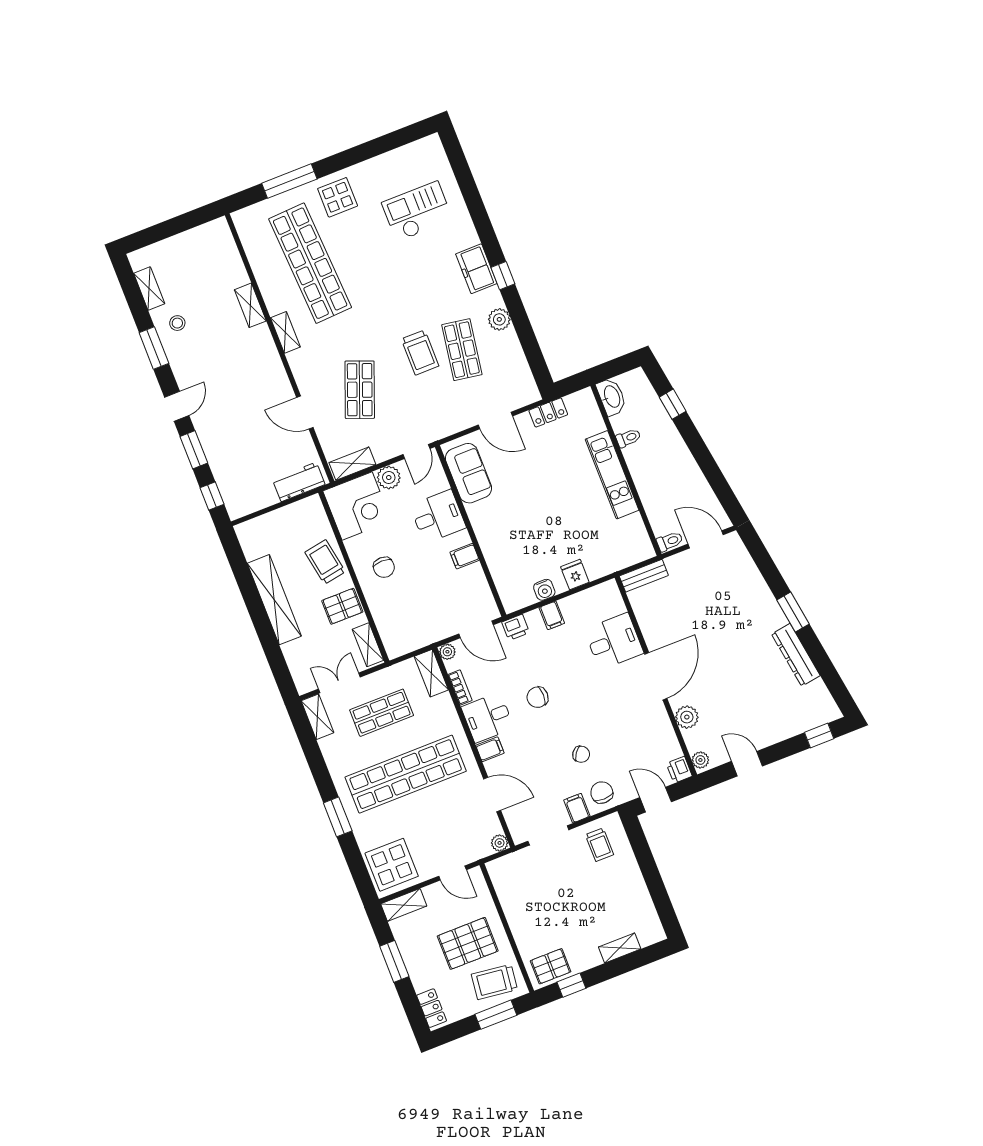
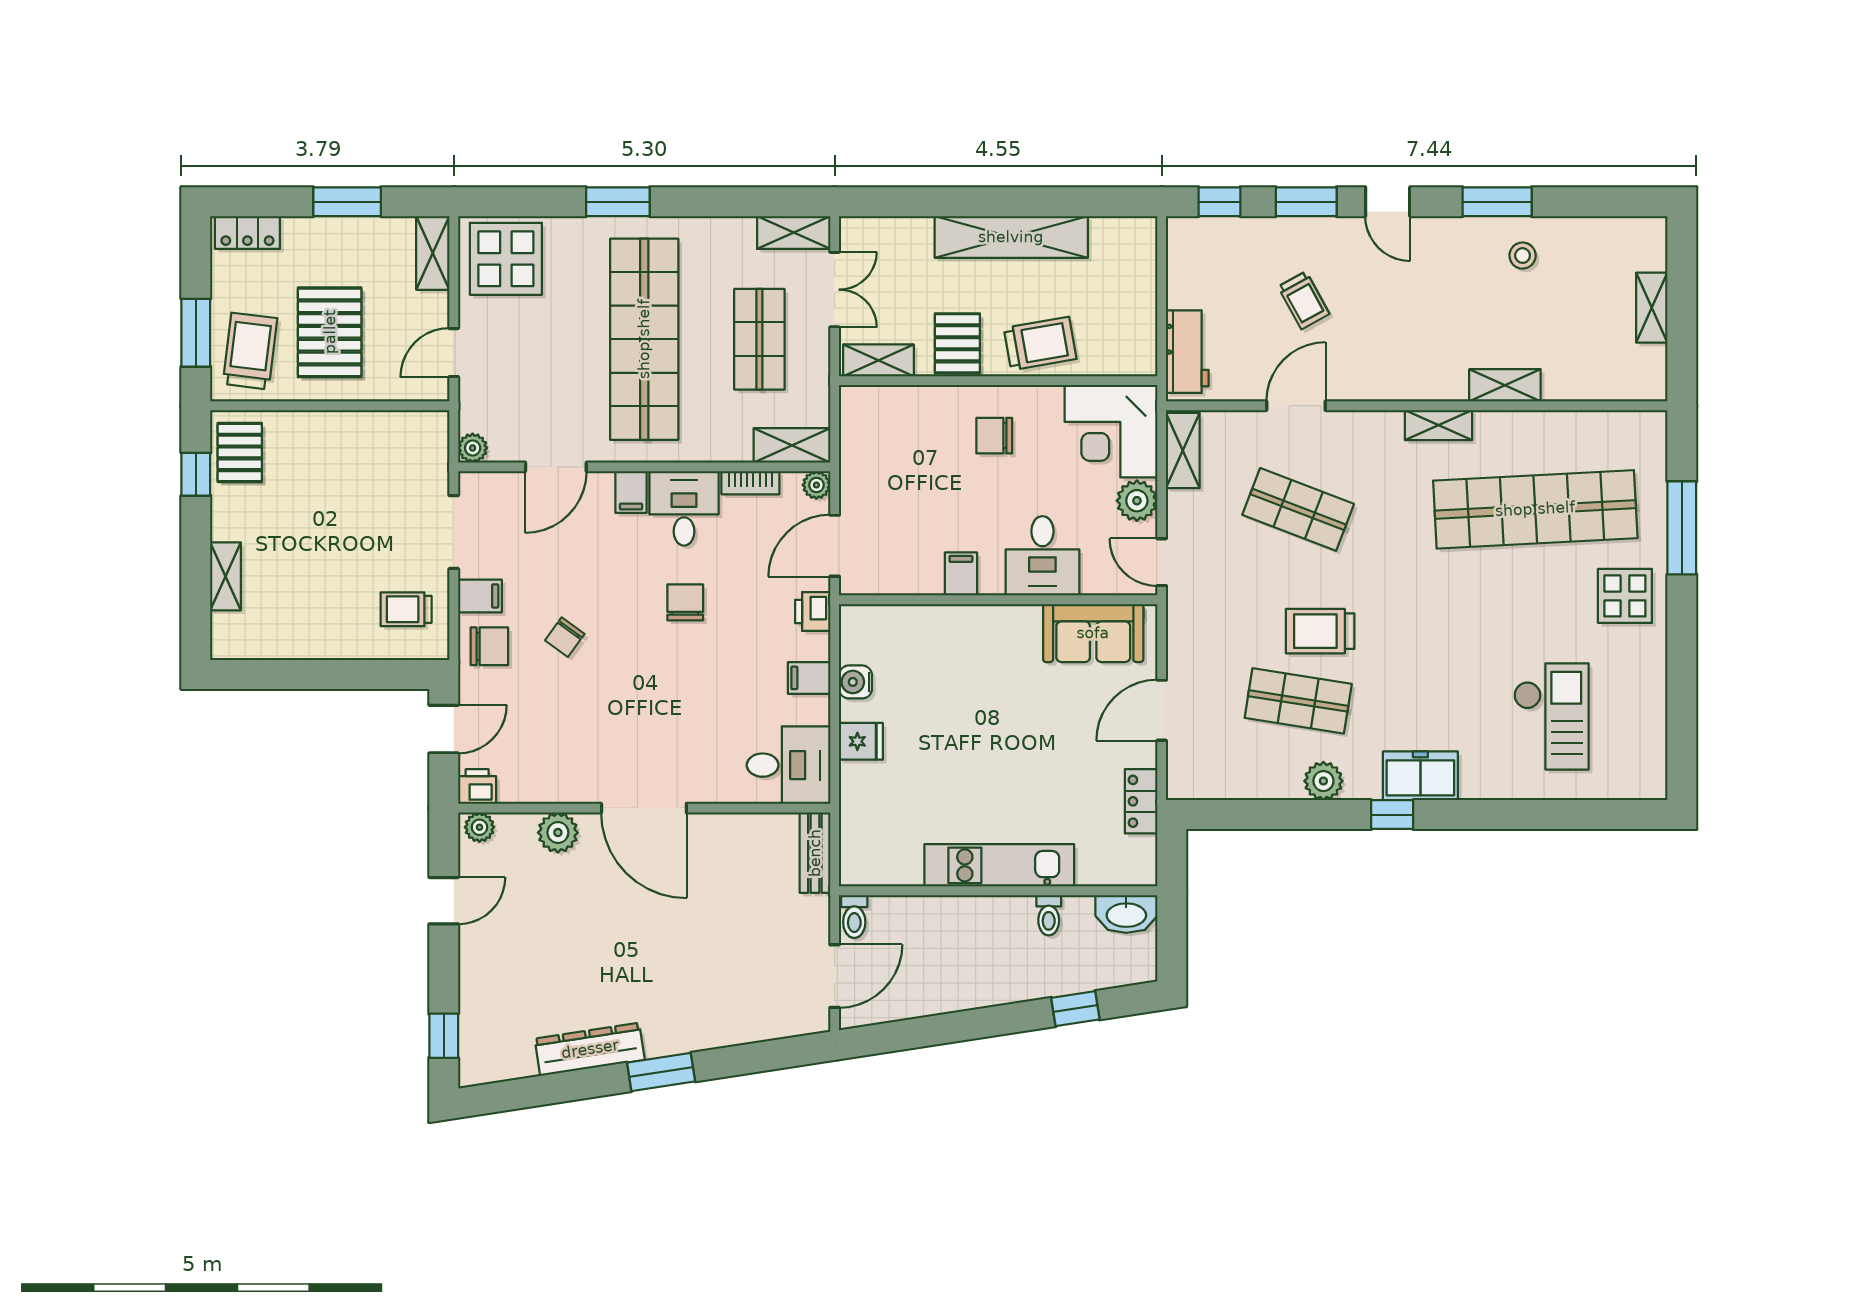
shelving: (149, 288) -> (1652, 308), moved, turned 90
trolley: (247, 430) -> (1304, 300), added
desk: (614, 641) -> (789, 765), moved, turned -90

